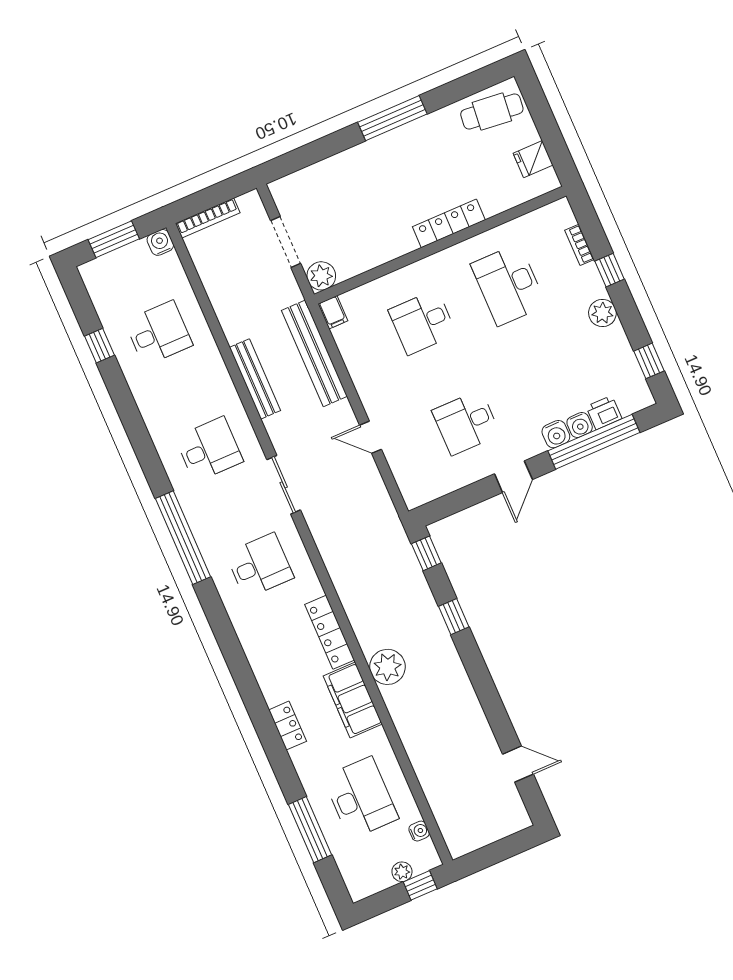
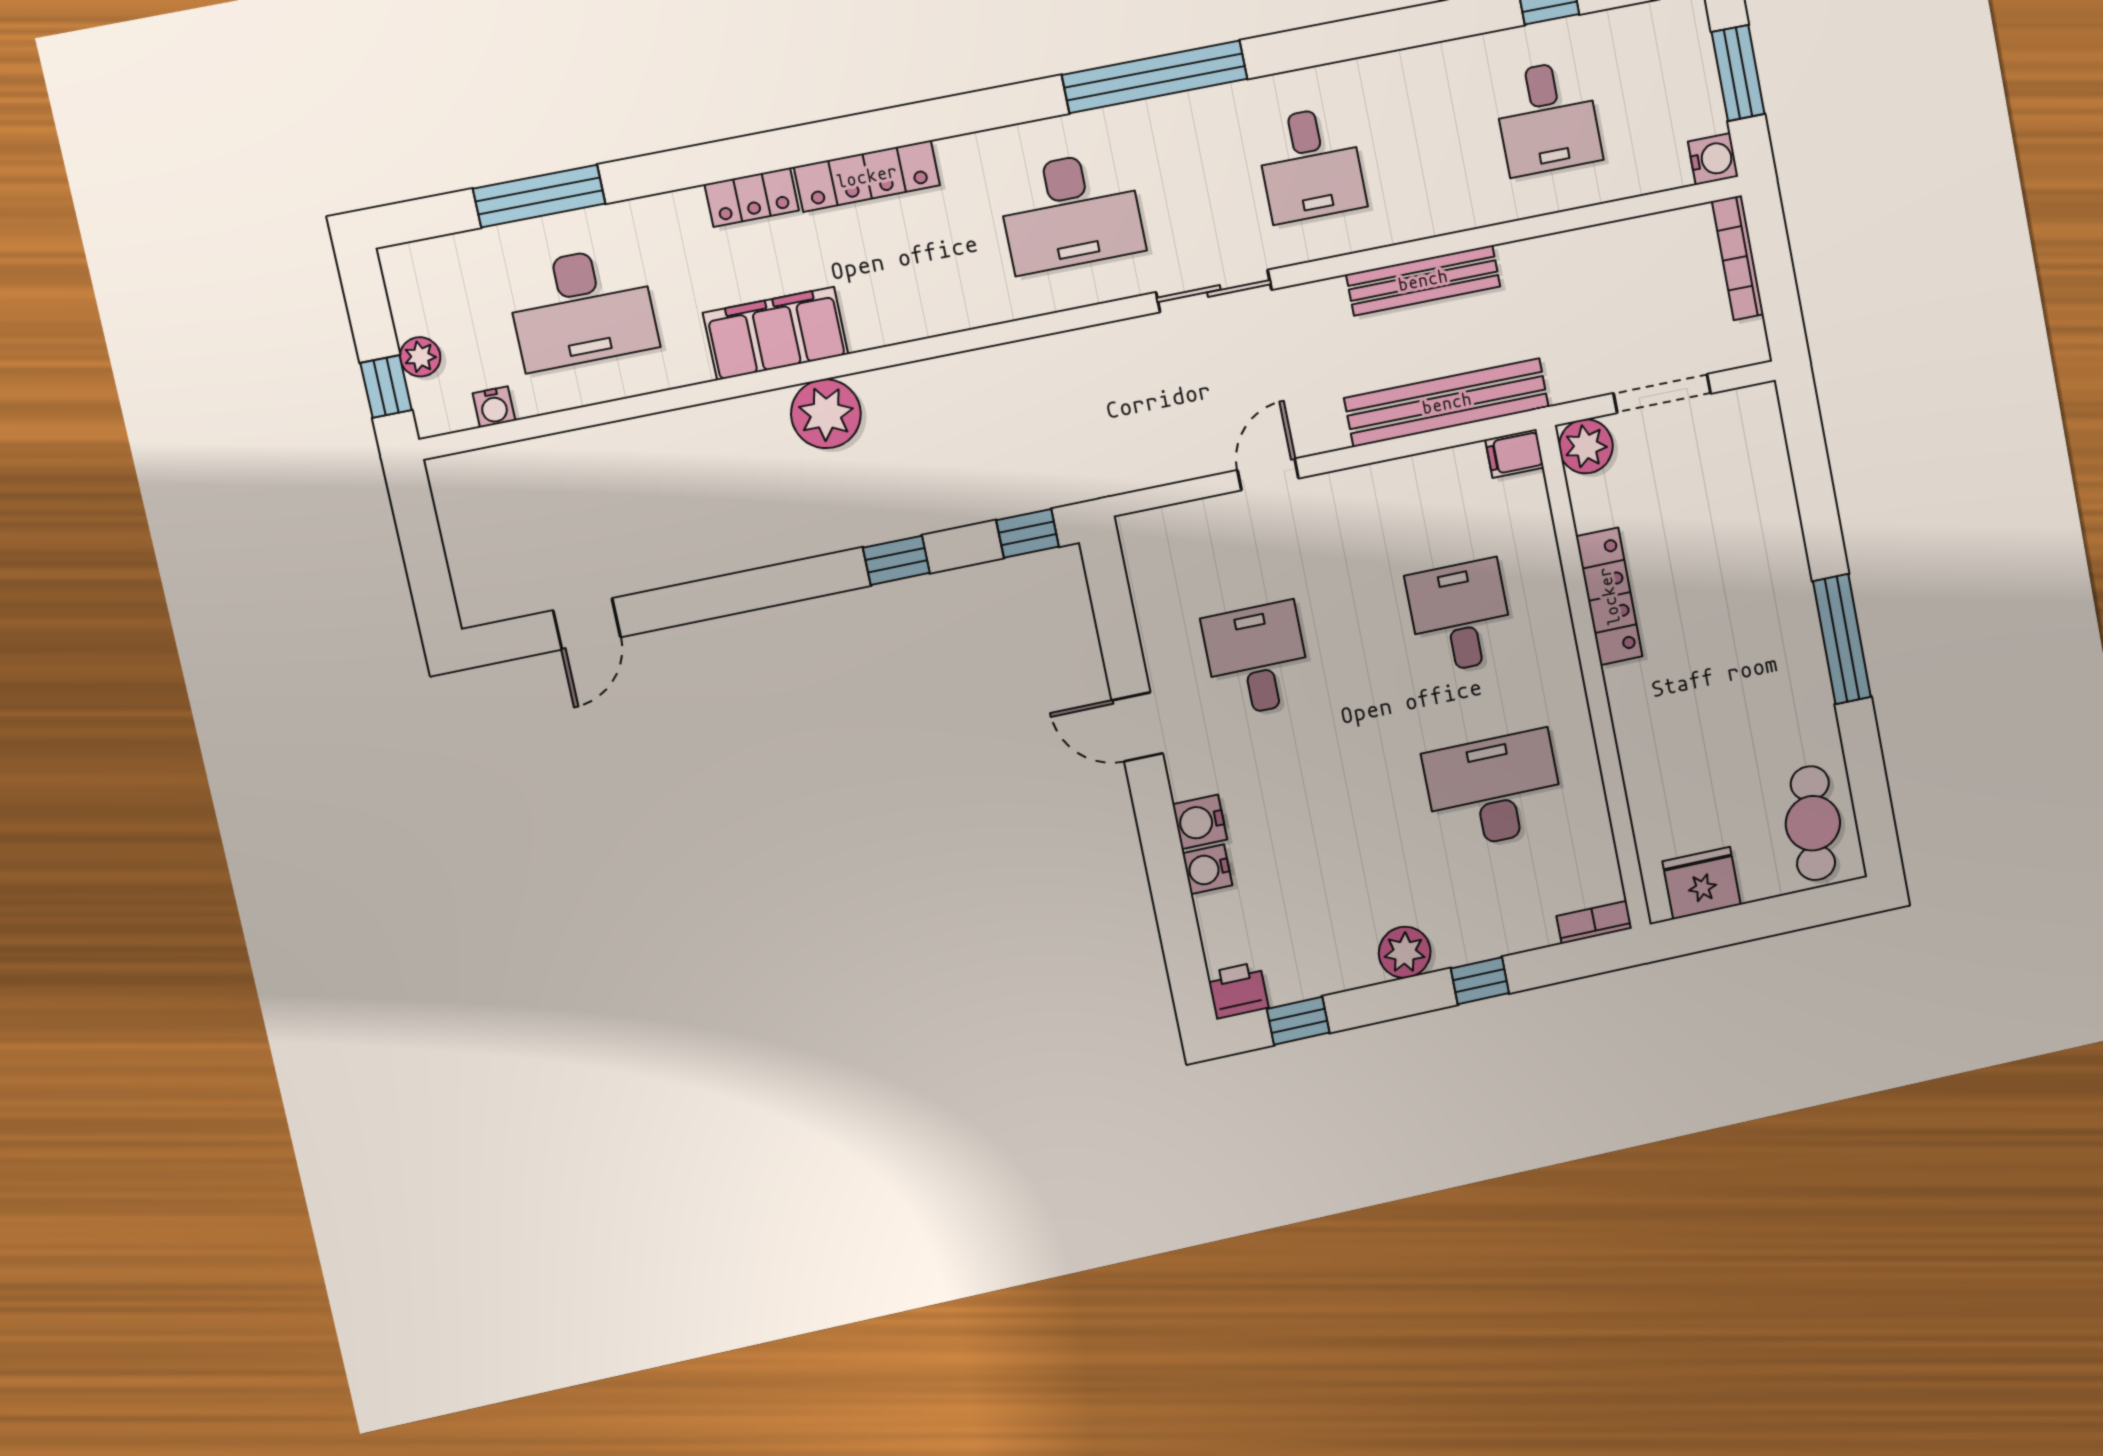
fridge: (533, 159) -> (1702, 883), width x1.38
locker: (449, 223) -> (1609, 596), moved
bookcase: (579, 245) -> (1594, 922), moved
printer: (604, 413) -> (1238, 991), moved, turned -90
window: (594, 442) -> (1171, 890), removed
desk: (260, 566) -> (1071, 212), width x1.37
locker: (330, 632) -> (867, 176), moved, turned 180

